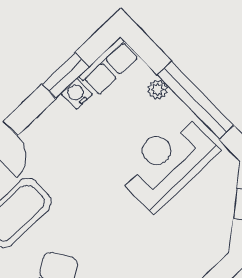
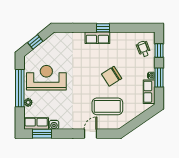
window: (66, 75) -> (42, 134), moved
reception desk: (167, 162) -> (46, 78), turned 180

